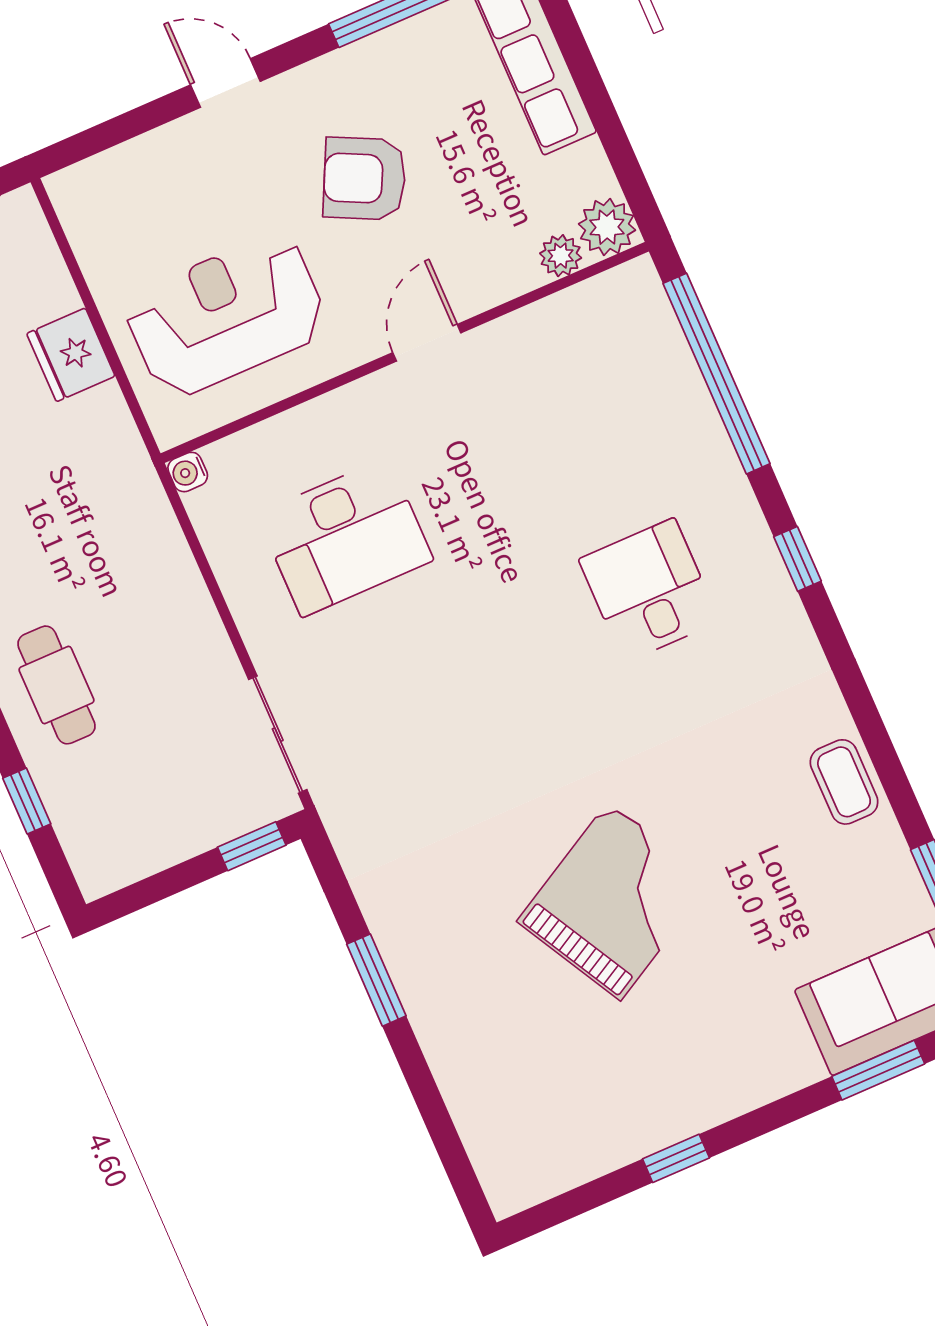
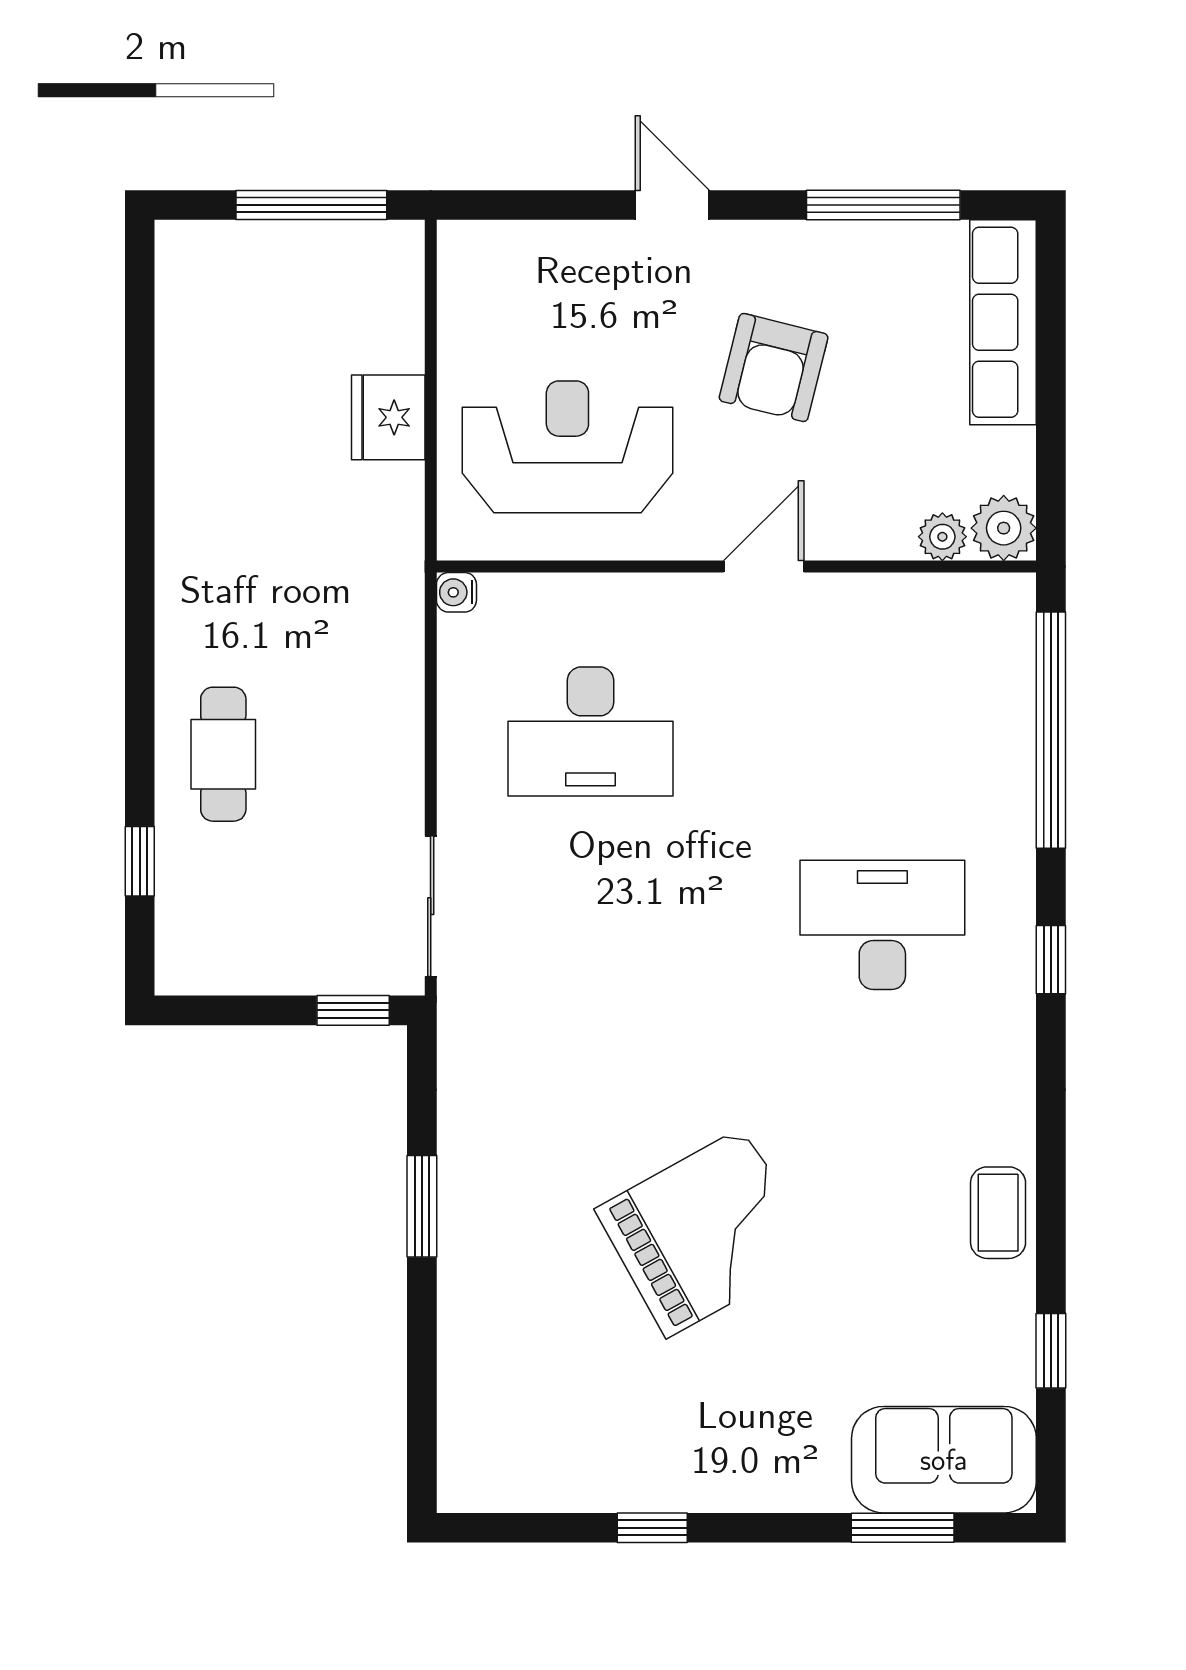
armchair: (364, 179) -> (774, 368), turned -102
desk: (649, 590) -> (882, 925), width x1.37

